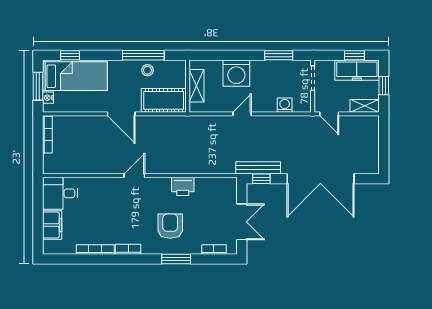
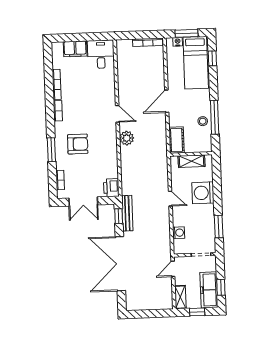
cot: (164, 100) -> (177, 140), width x0.73, depth x0.75
plant: (165, 165) -> (127, 138), added
printer: (183, 186) -> (111, 188), moved

